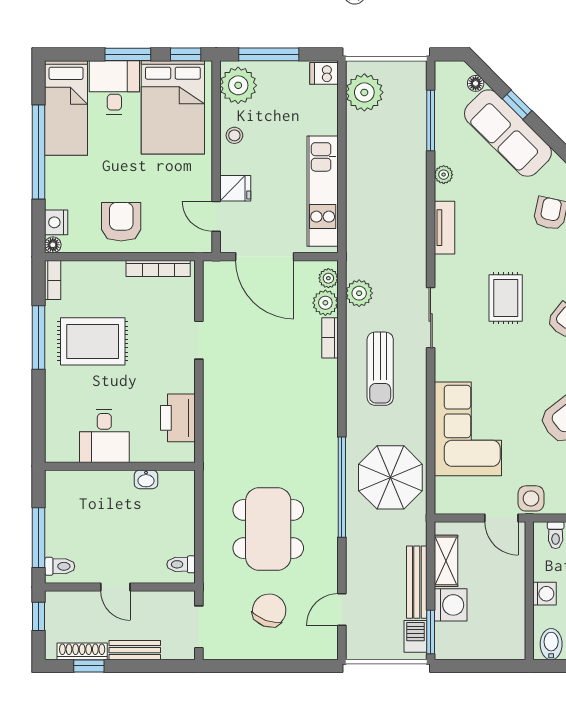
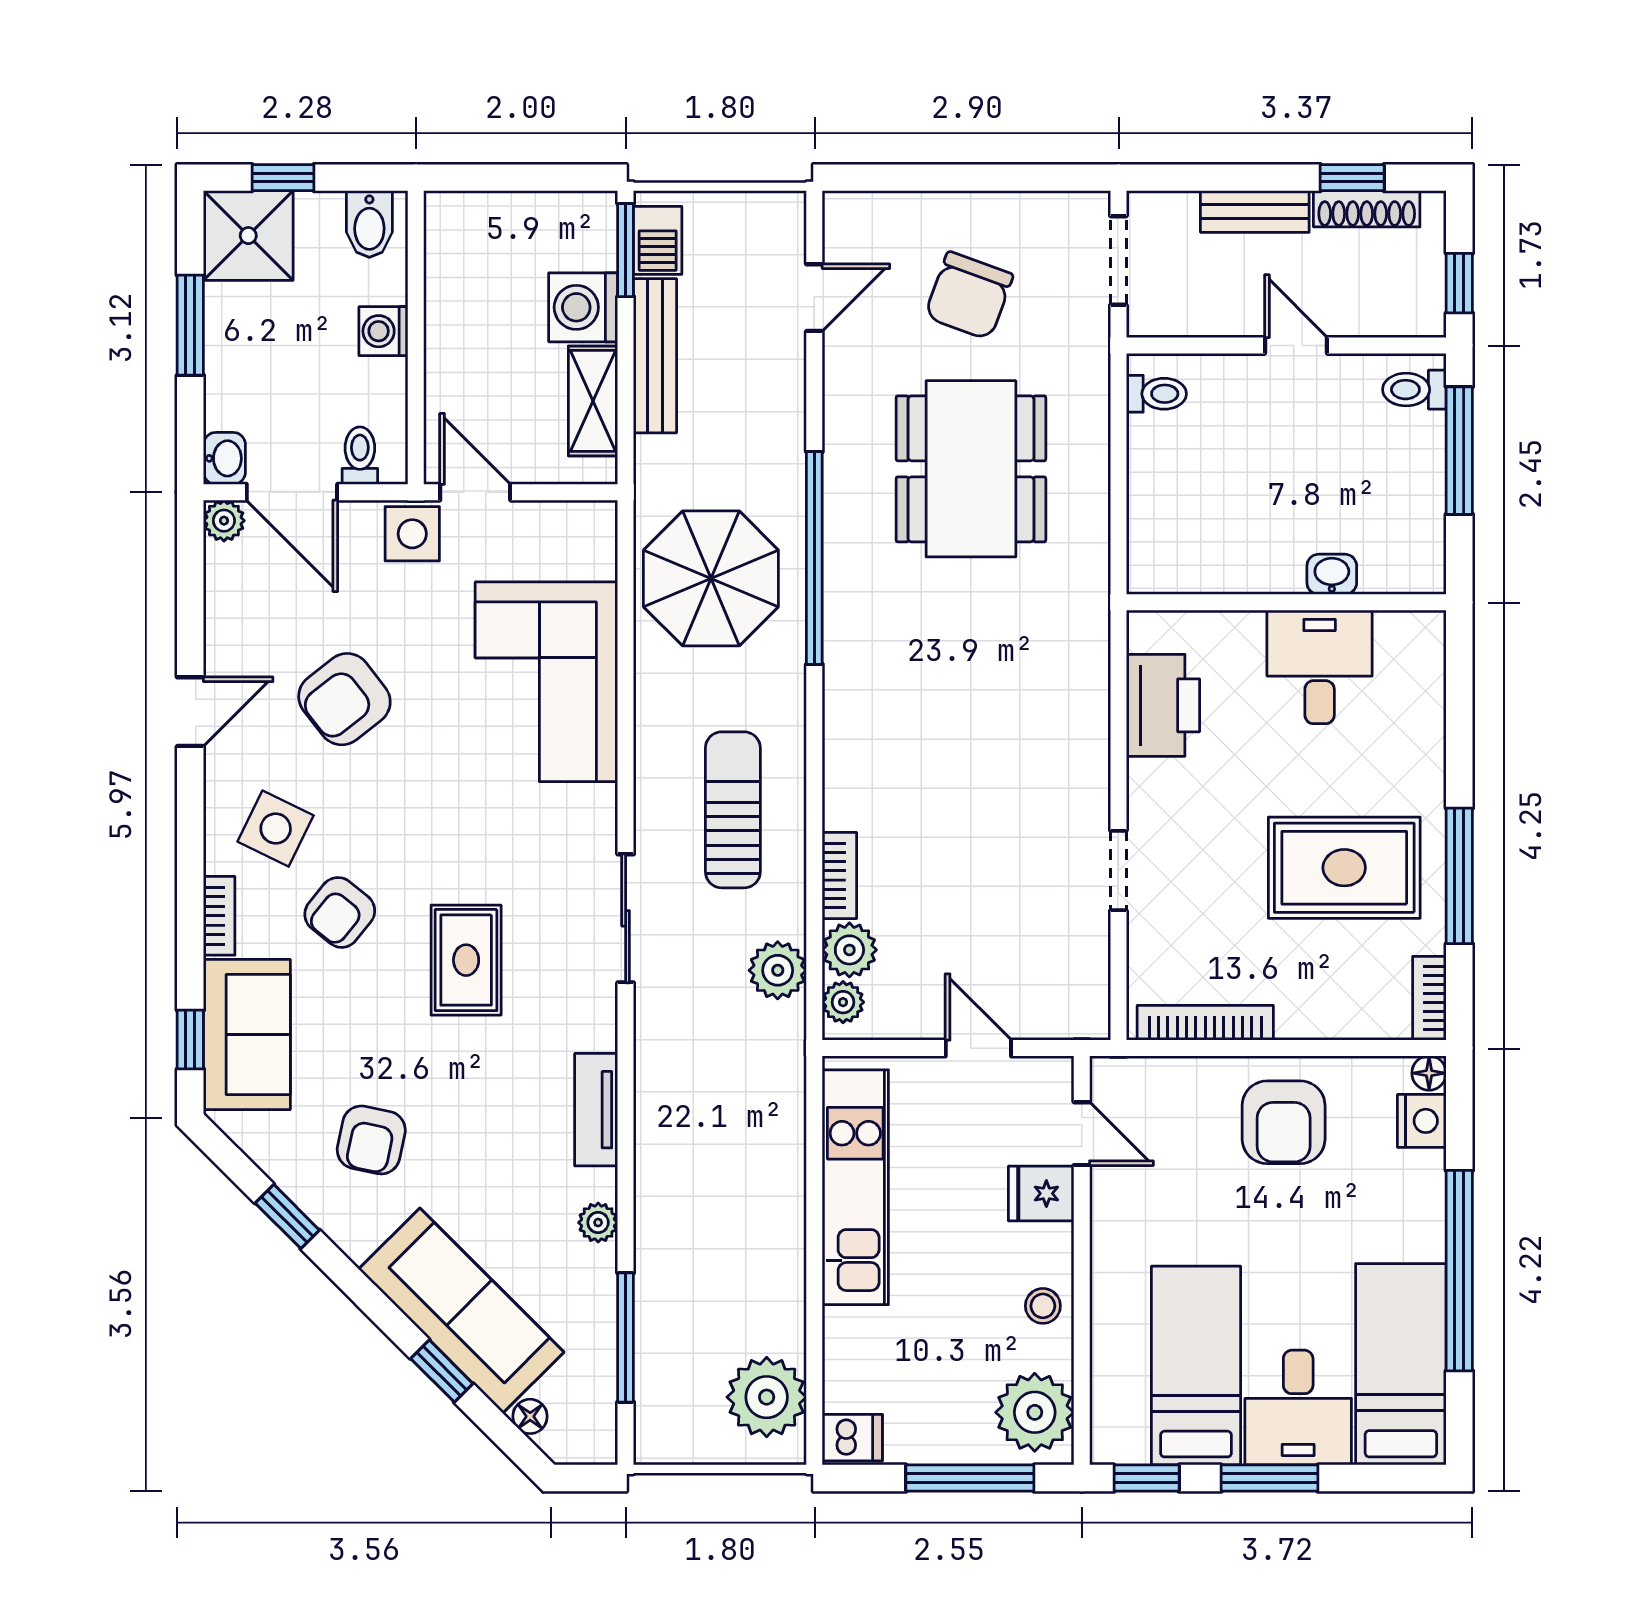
bed: (173, 107) -> (1196, 1366), width x0.67
door: (265, 257) -> (978, 1048), width x0.53
washbasin: (146, 479) -> (1332, 574), moved

